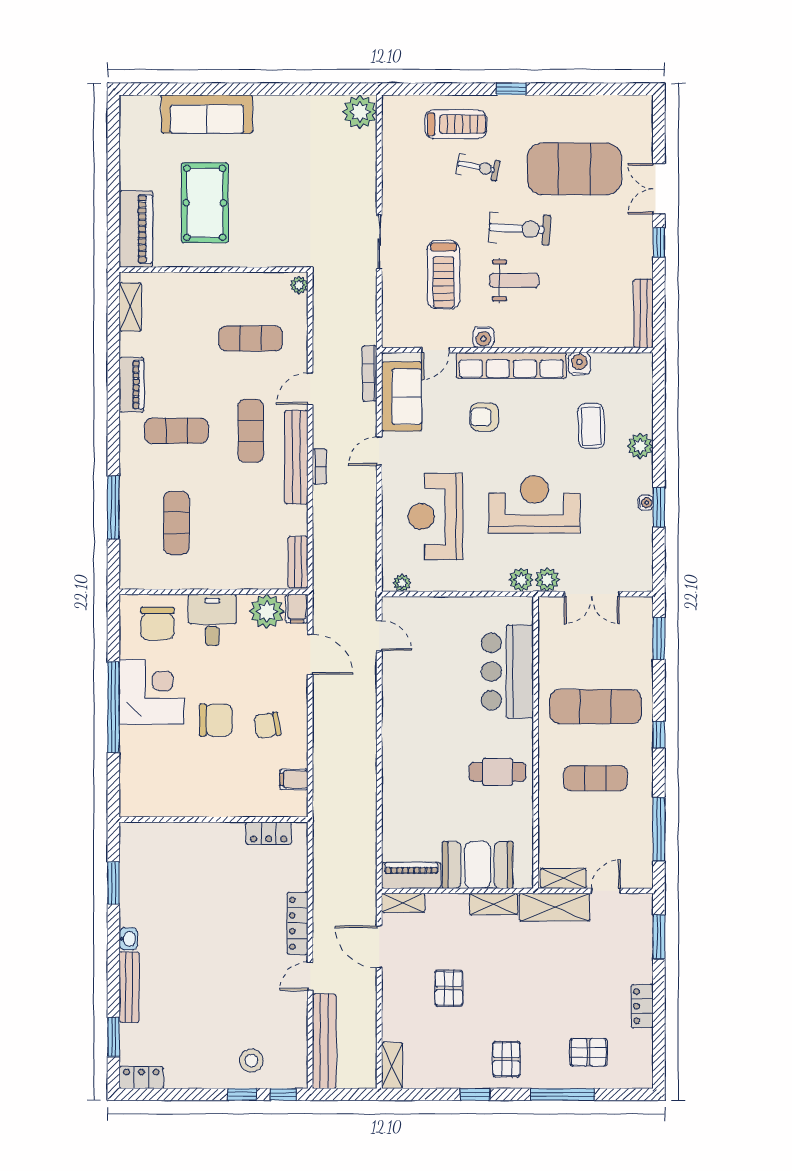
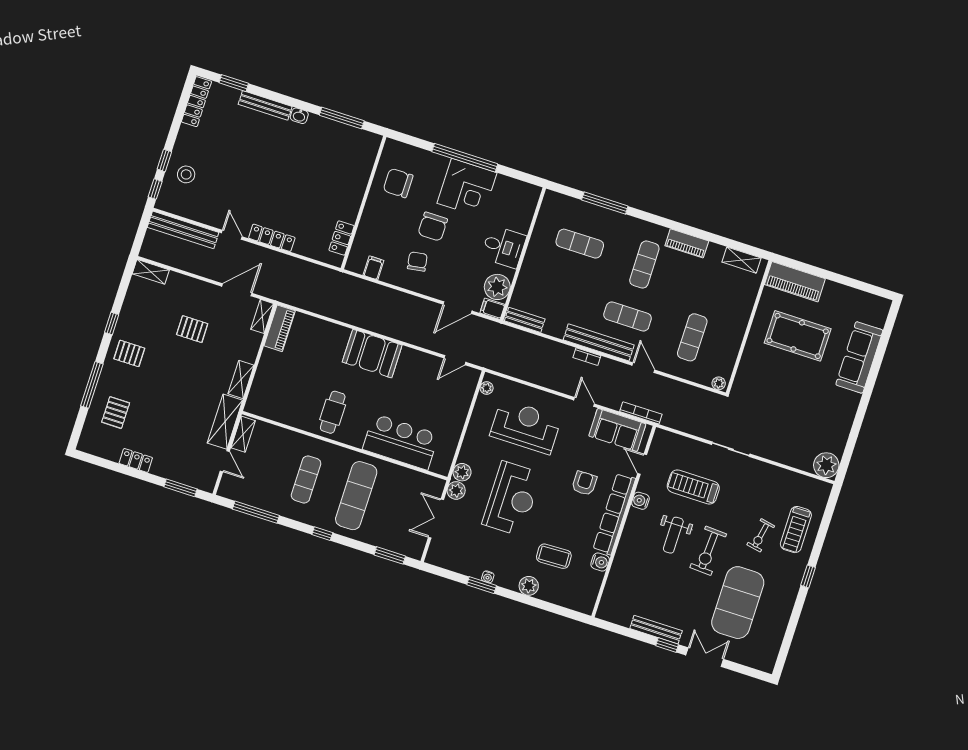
bench: (643, 314) -> (656, 630), moved
chair: (157, 624) -> (398, 183), moved
booth: (478, 865) -> (372, 354), moved, turned 90
window: (113, 883) -> (342, 118), width x1.44
locker: (141, 1078) -> (196, 102), width x1.53

